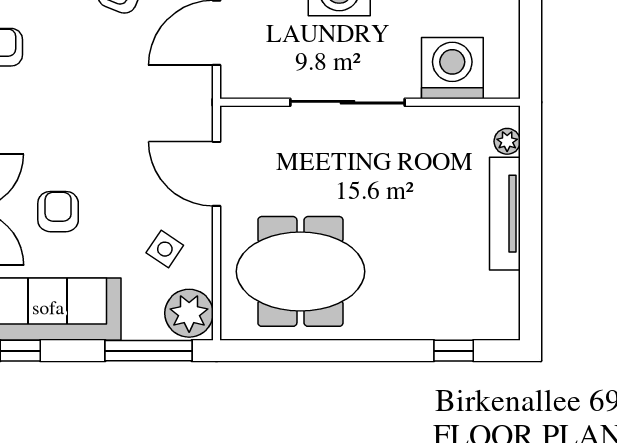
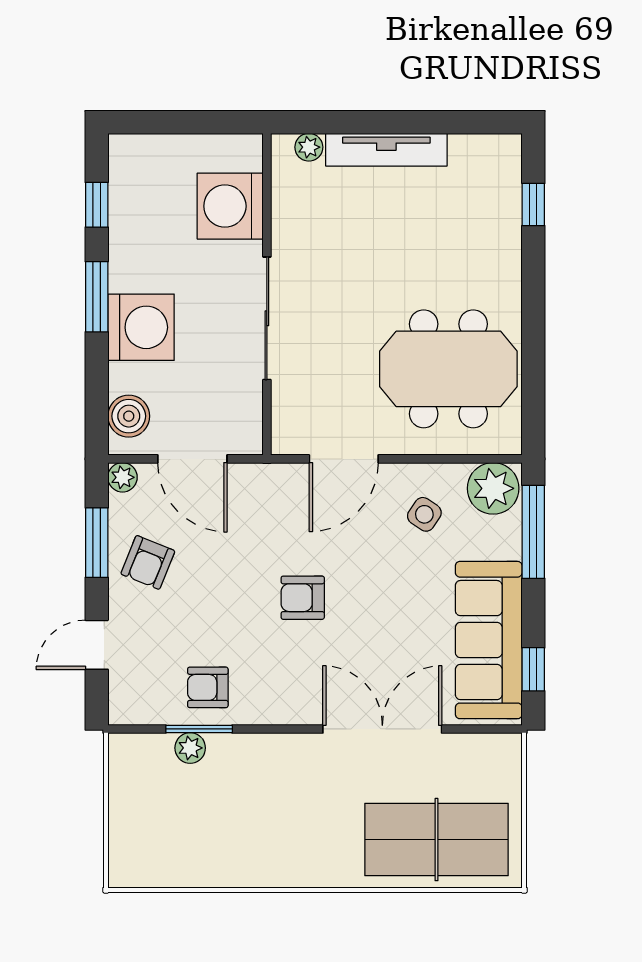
armchair: (58, 212) -> (303, 598), moved
meeting table: (300, 271) -> (448, 369), turned 90

